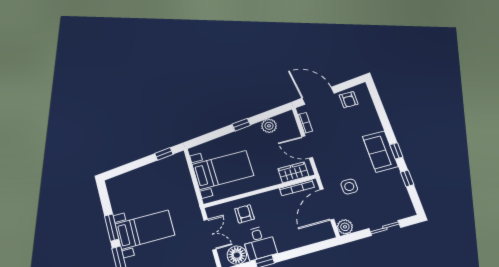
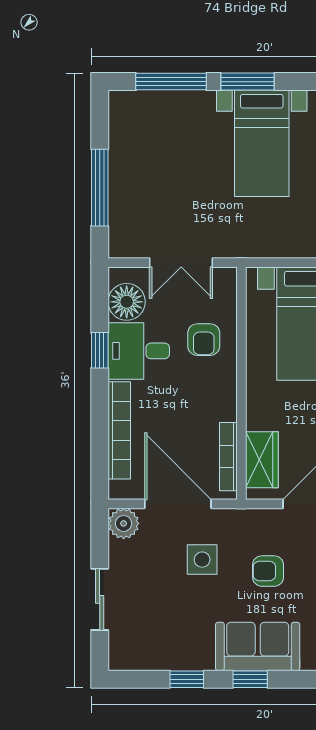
armchair: (344, 156) -> (268, 571), added
armchair: (244, 214) -> (204, 340), turned 90
bed with nightstands: (145, 230) -> (262, 143), moved
bookcase: (301, 241) -> (119, 430), added

